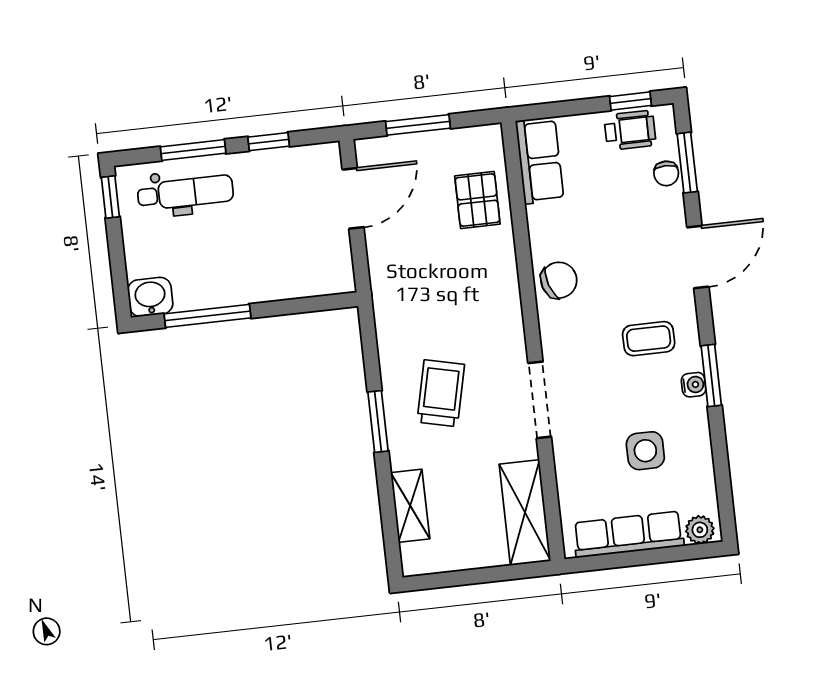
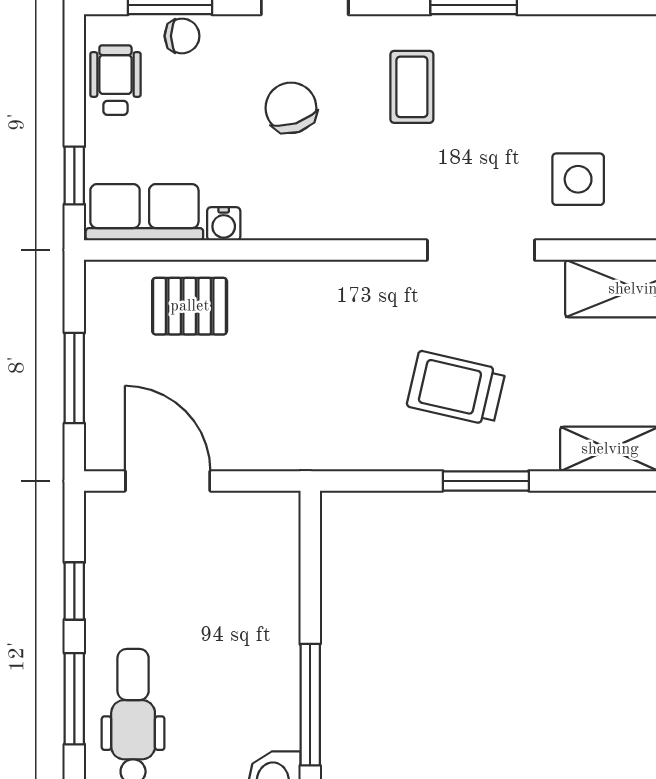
window: (630, 101) -> (74, 175), moved
chair: (559, 280) -> (291, 108), moved
water cooler: (694, 385) -> (224, 224), moved, turned 180
side table: (645, 451) -> (578, 179), moved

